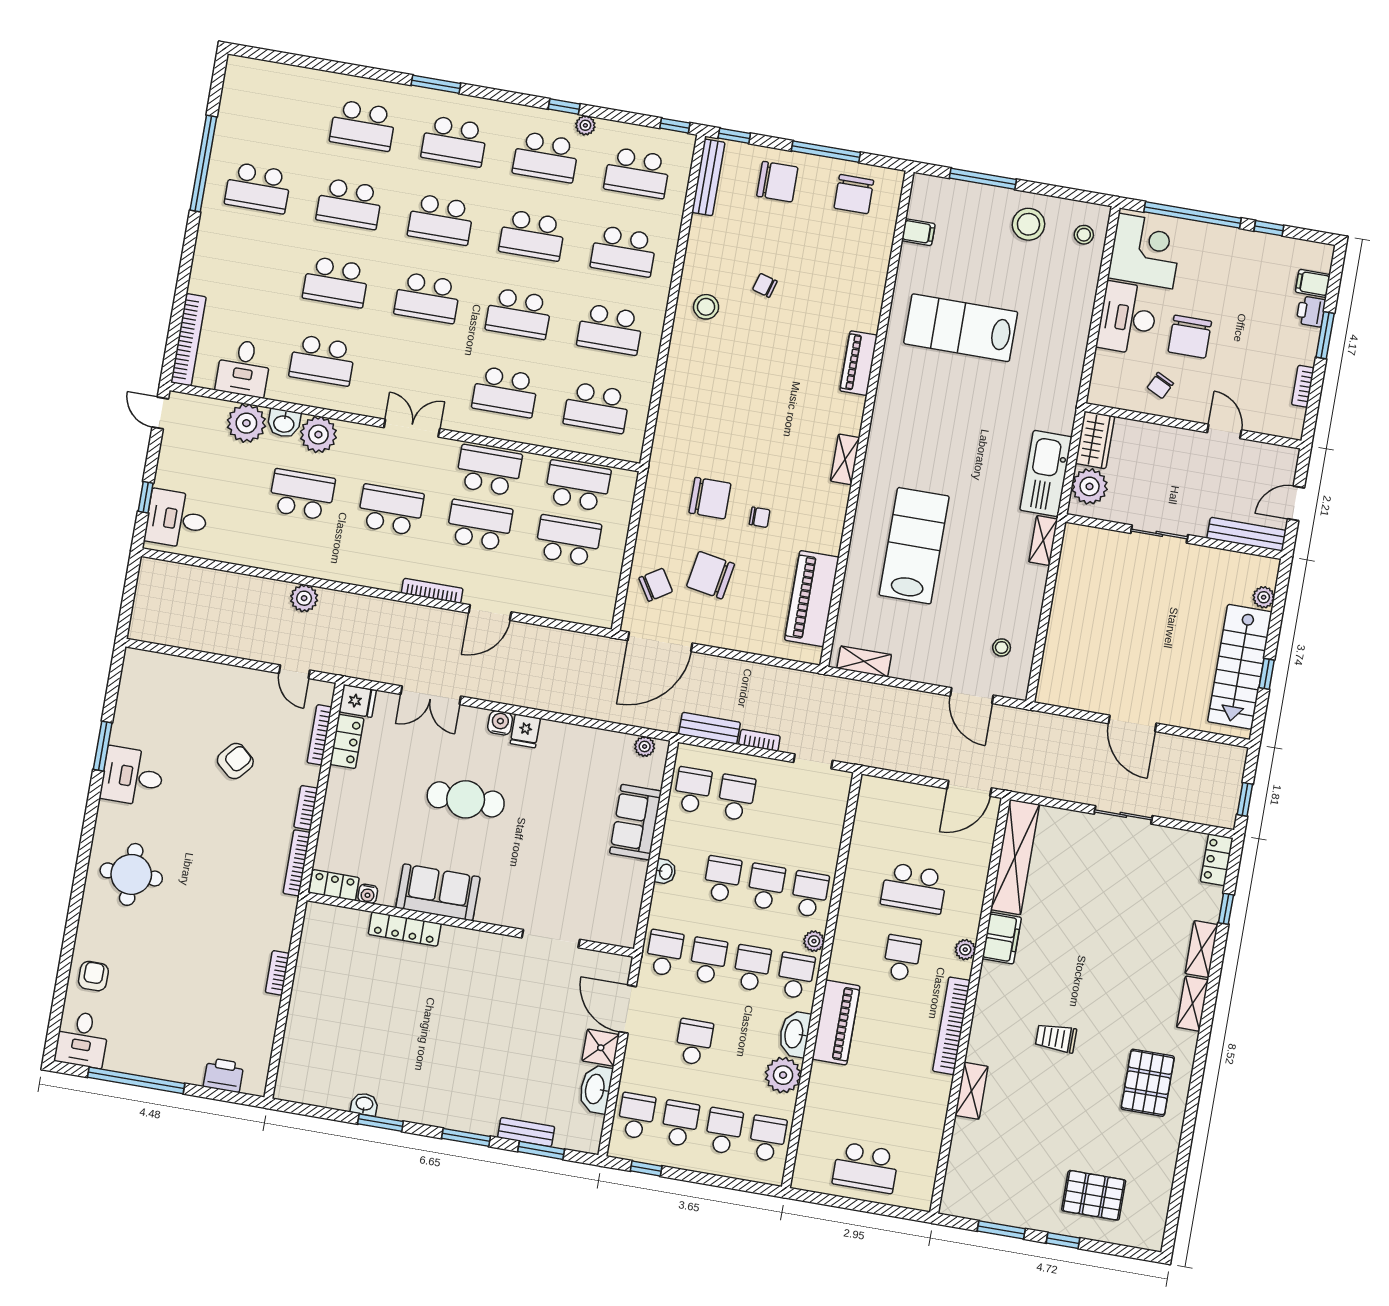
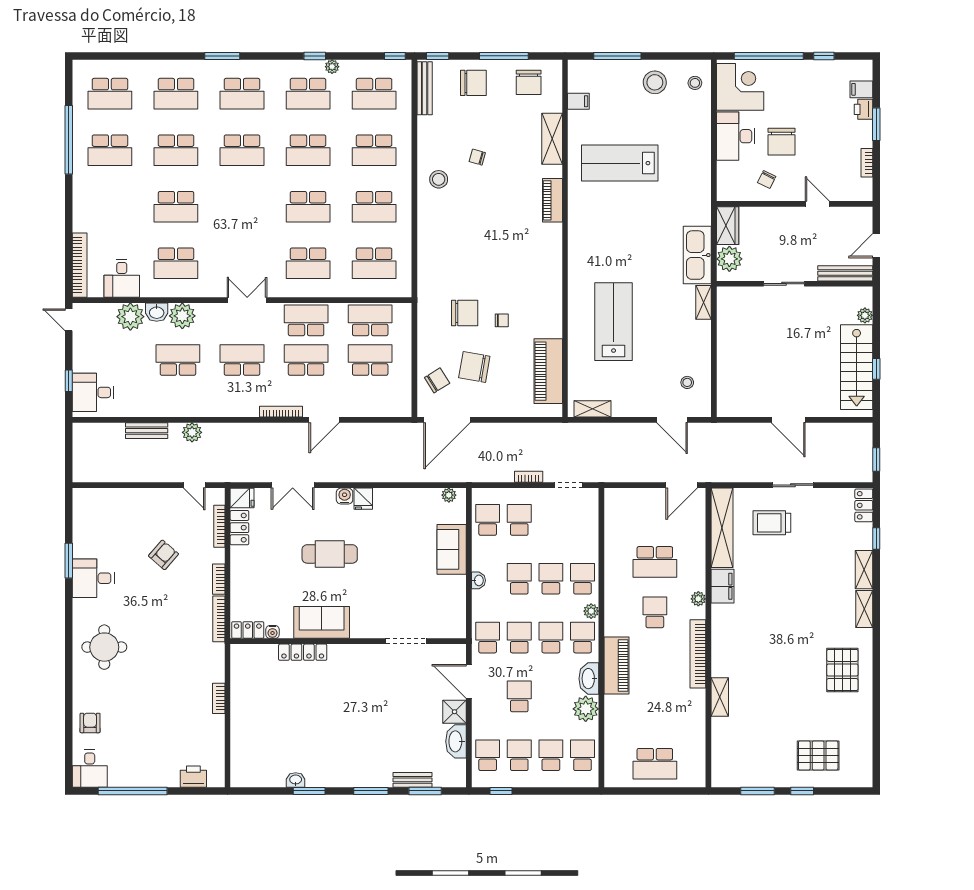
school desk: (427, 298) -> (110, 94), moved
shelving: (845, 459) -> (552, 139), moved, width x1.50, depth x1.33
bench: (710, 728) -> (147, 431), moved
trolley: (1056, 1038) -> (772, 523), moved, width x1.36, depth x1.39

